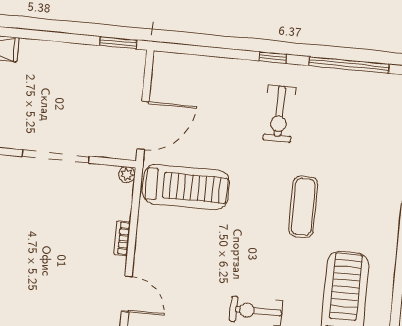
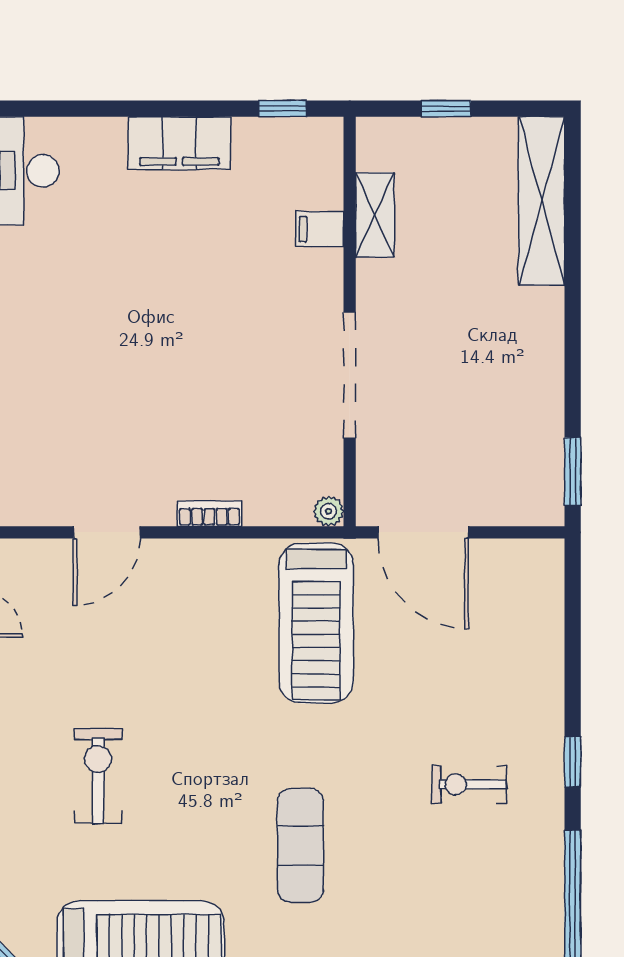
exercise bike: (279, 114) -> (469, 784), width x0.73, depth x0.72
exercise mat: (303, 207) -> (300, 845), turned 90

